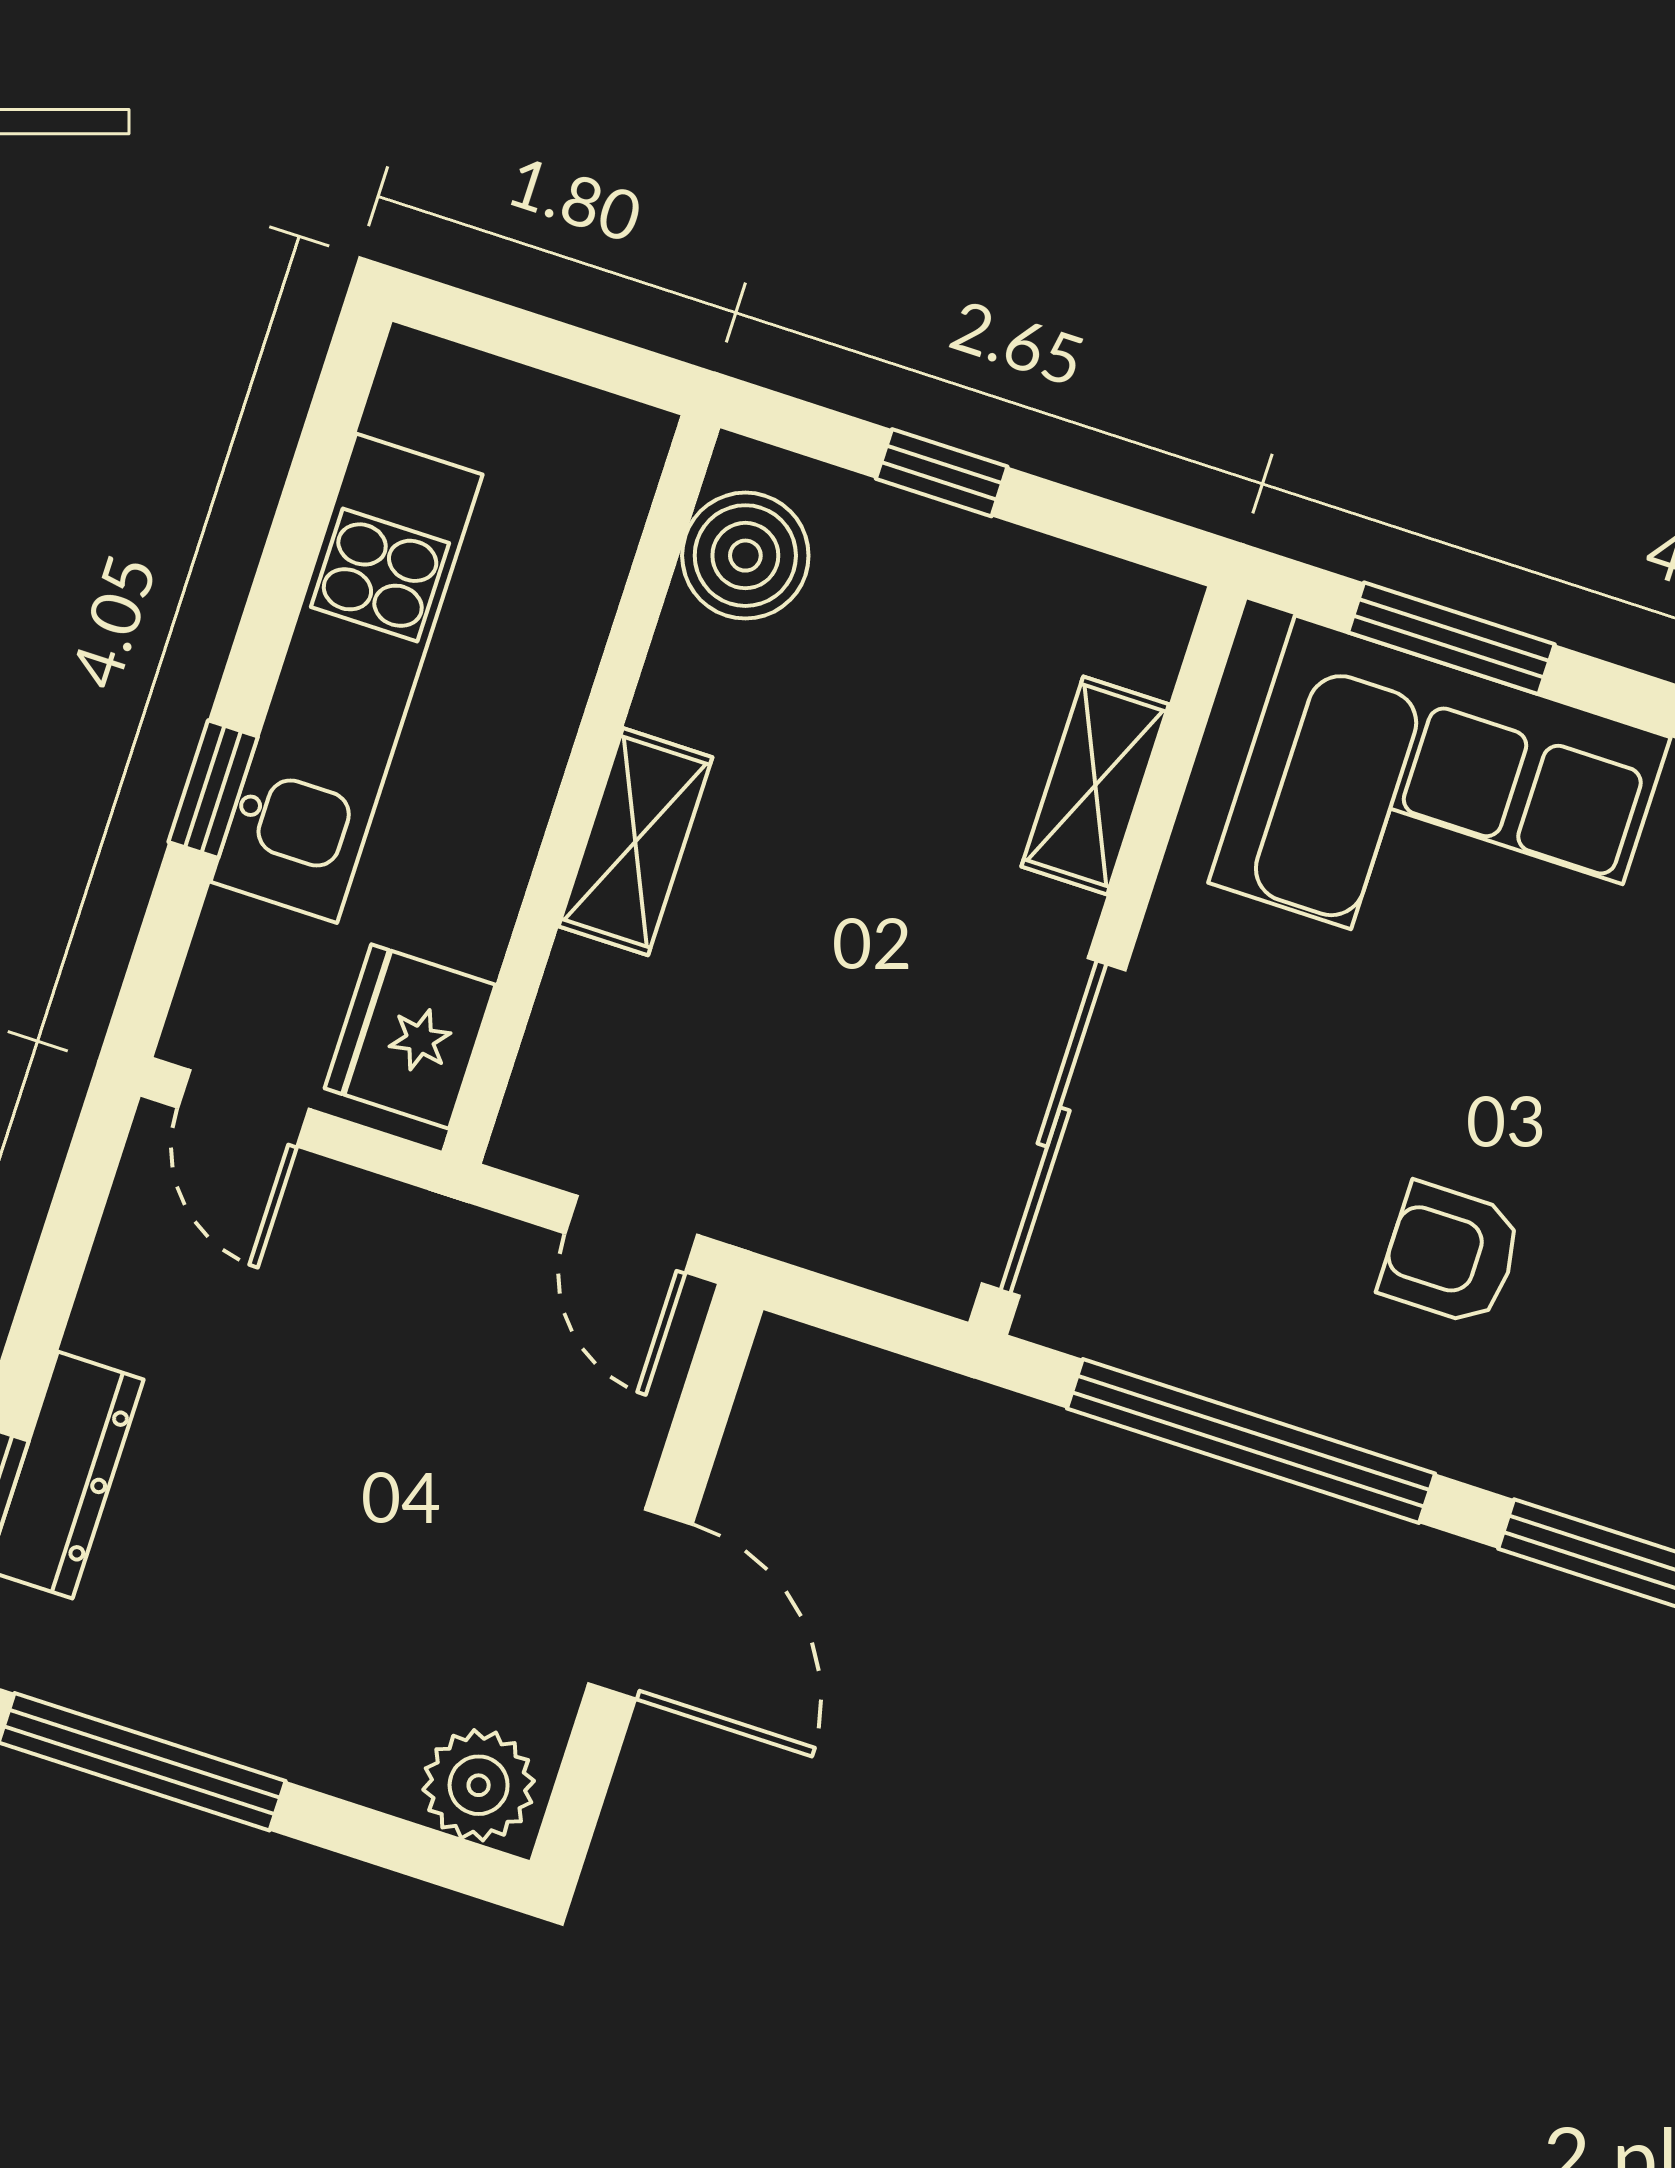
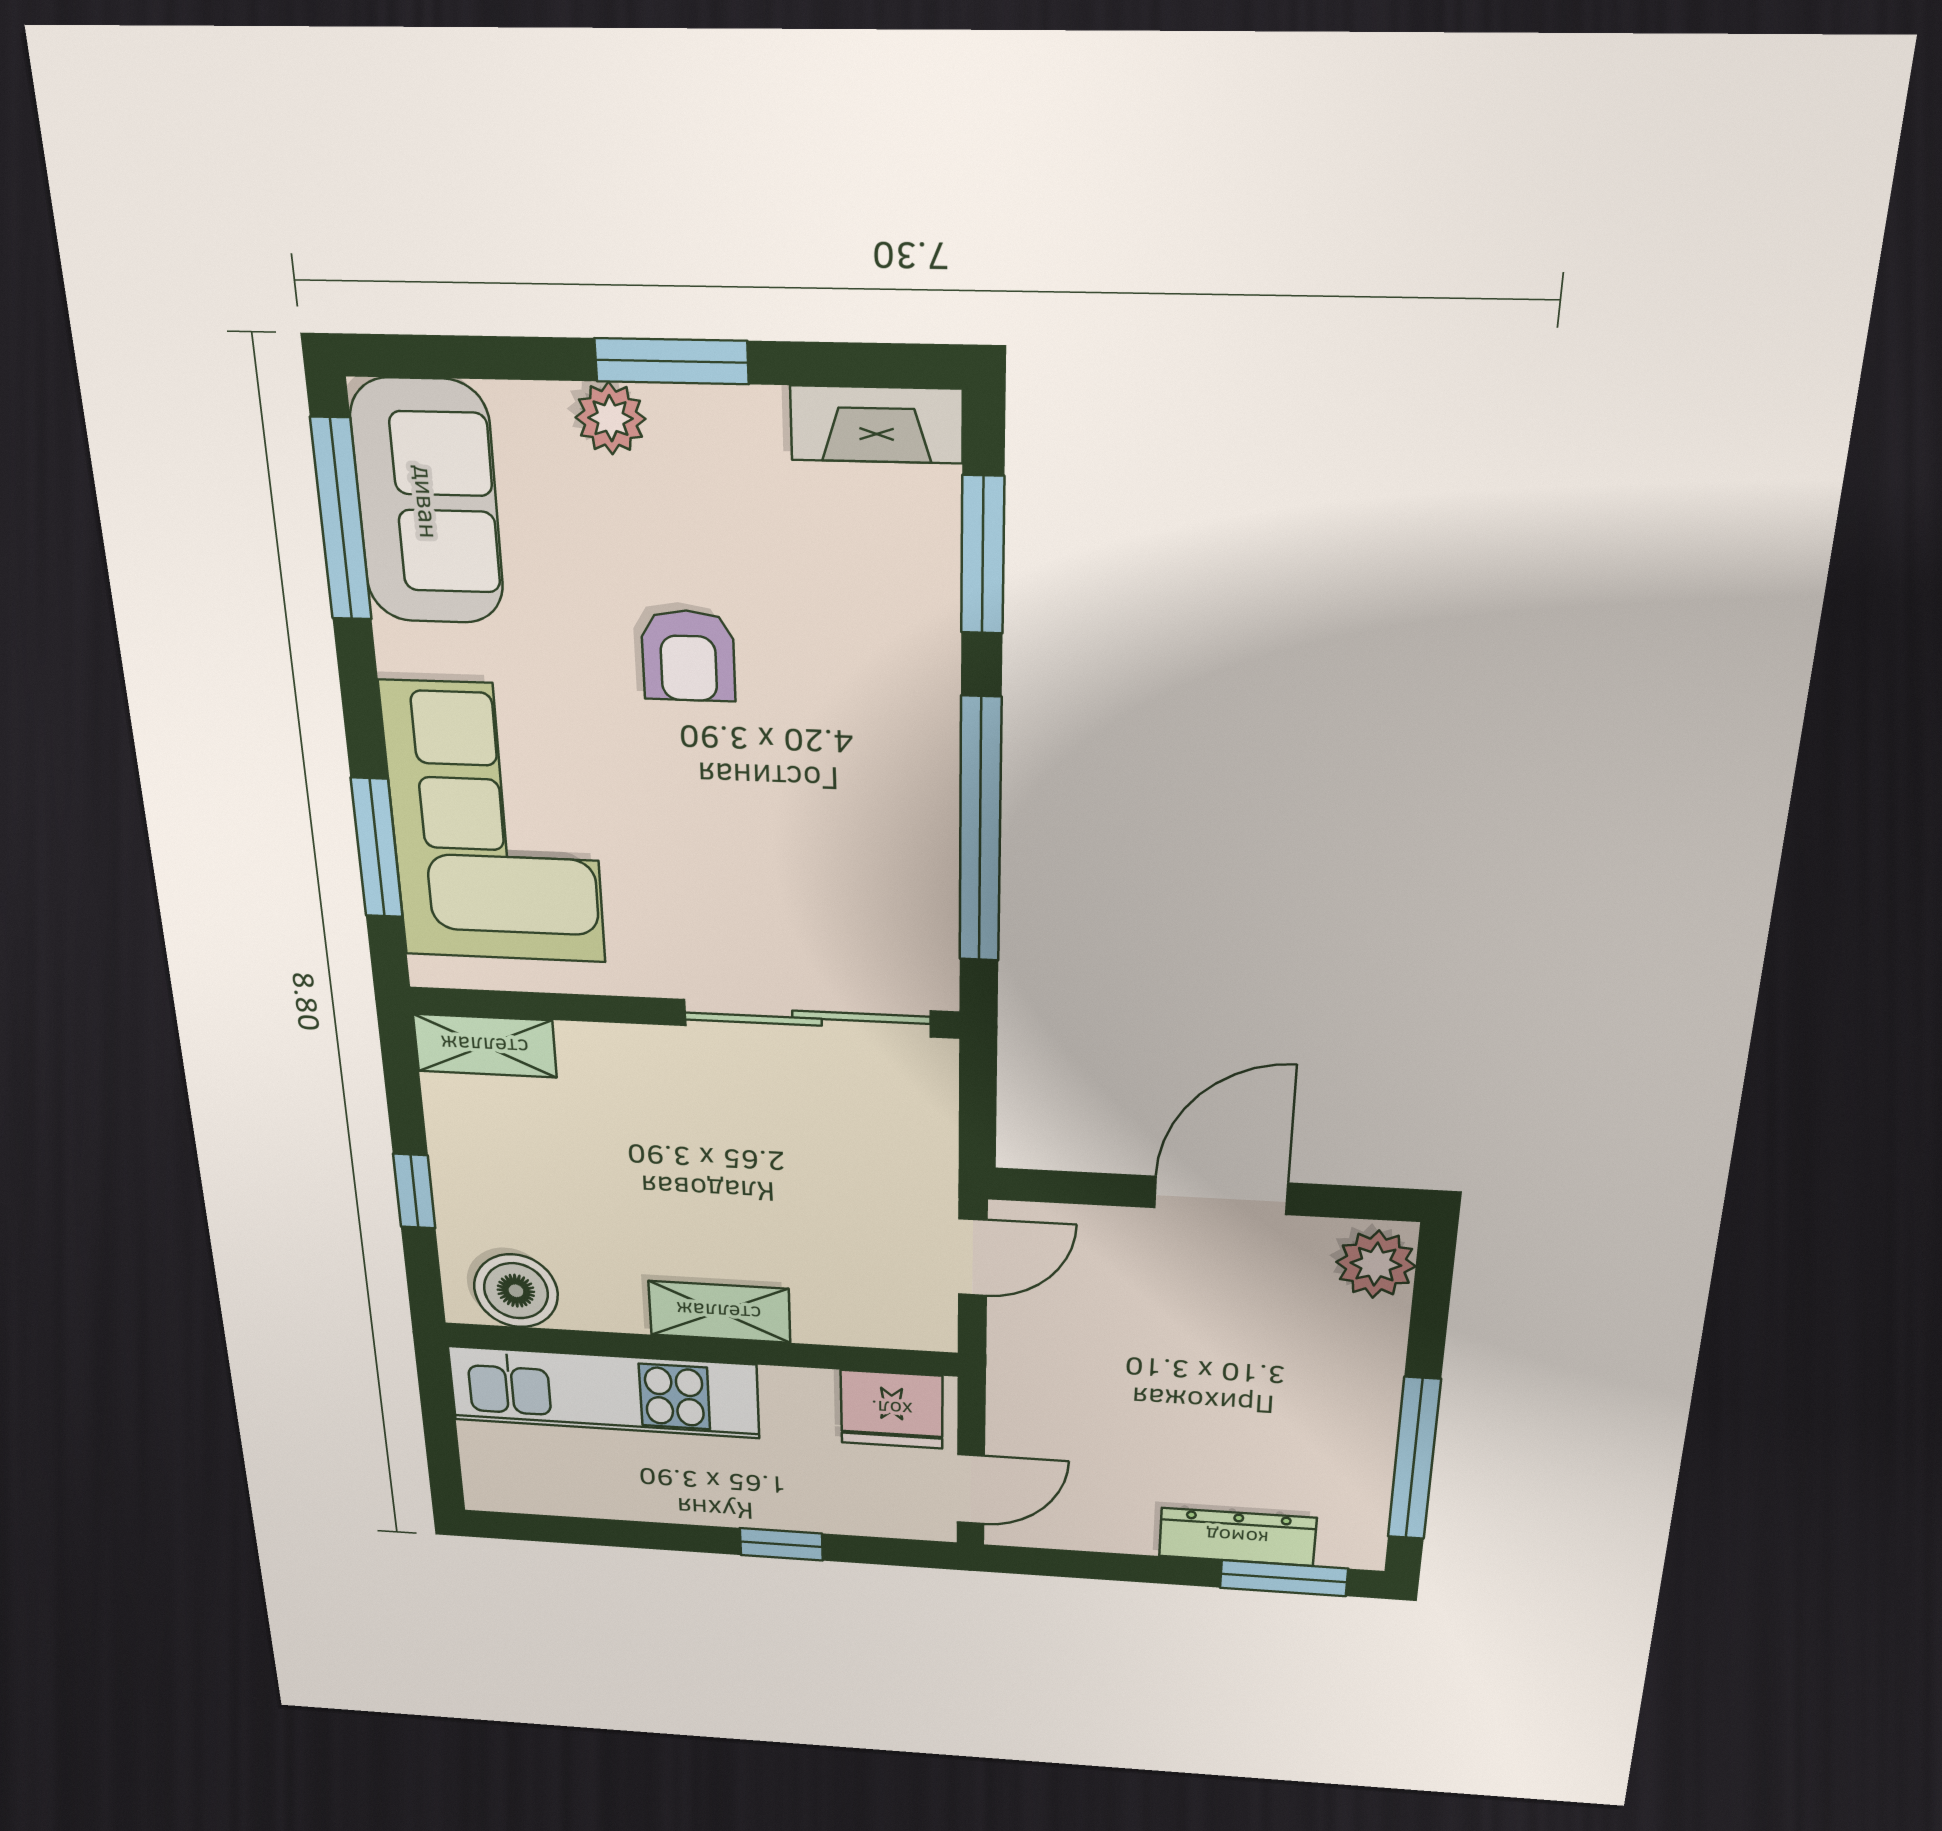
kitchen unit: (347, 678) -> (604, 1392), moved, turned 180
shelving: (1095, 785) -> (485, 1046), moved
armchair: (1451, 1254) -> (688, 656), moved

